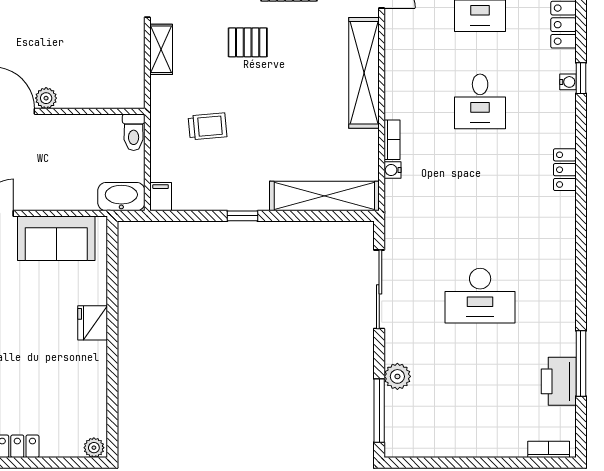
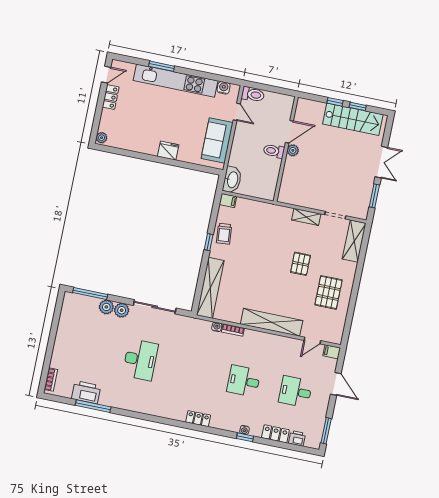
trolley: (207, 126) -> (224, 234), moved
toilet: (134, 132) -> (274, 151), moved
desk: (480, 296) -> (140, 360), turned 180
plant: (398, 348) -> (122, 310), added

